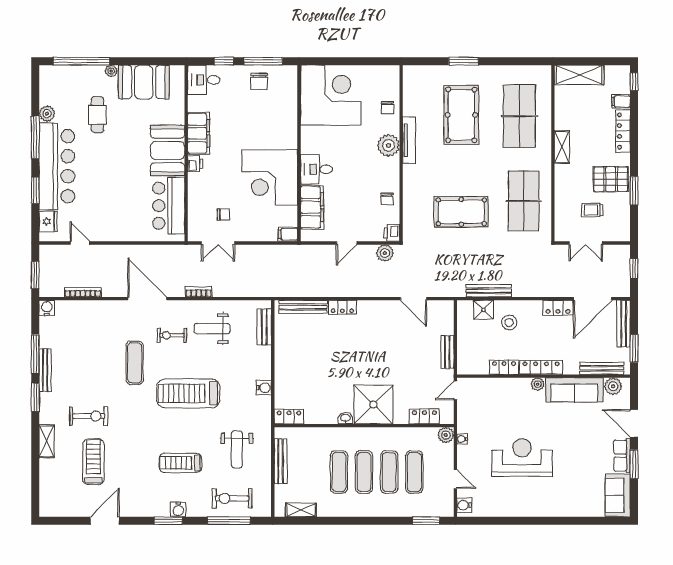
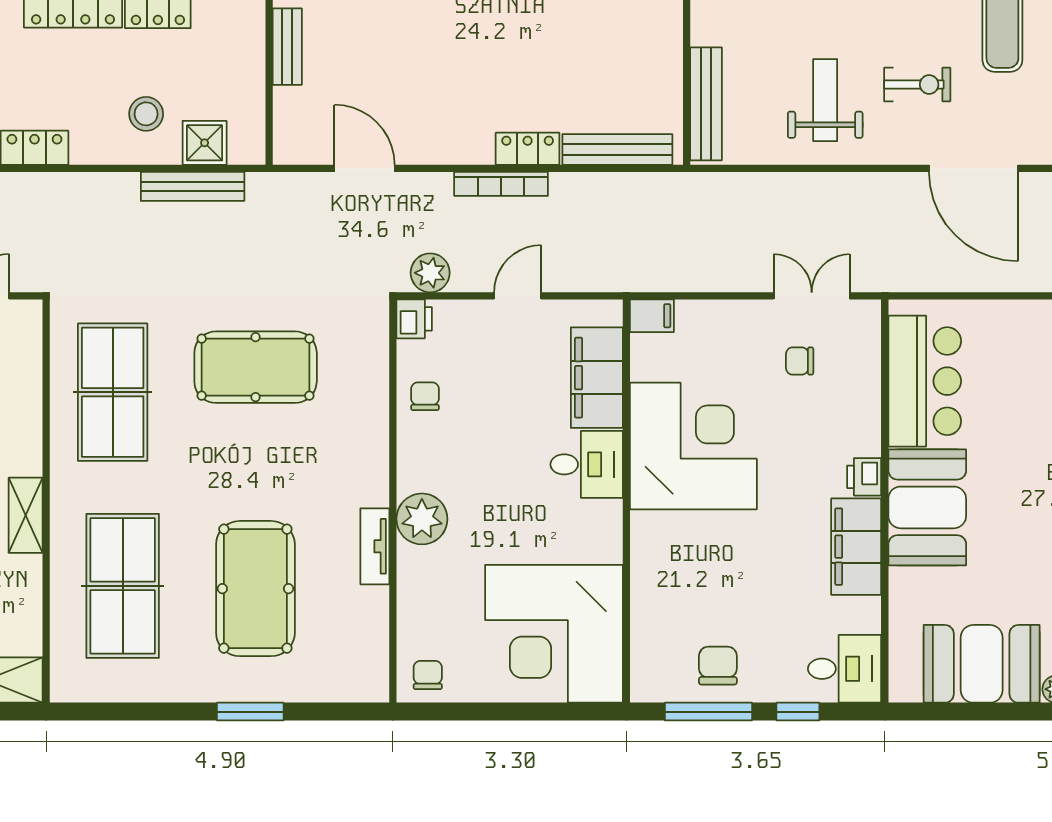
chair: (387, 108) -> (428, 675), moved
tv unit: (409, 140) -> (375, 546), width x0.71
bookcase: (199, 292) -> (501, 184), moved, width x1.56
bench: (264, 327) -> (706, 104), width x1.36
weight bench: (212, 329) -> (825, 100), turned -90

